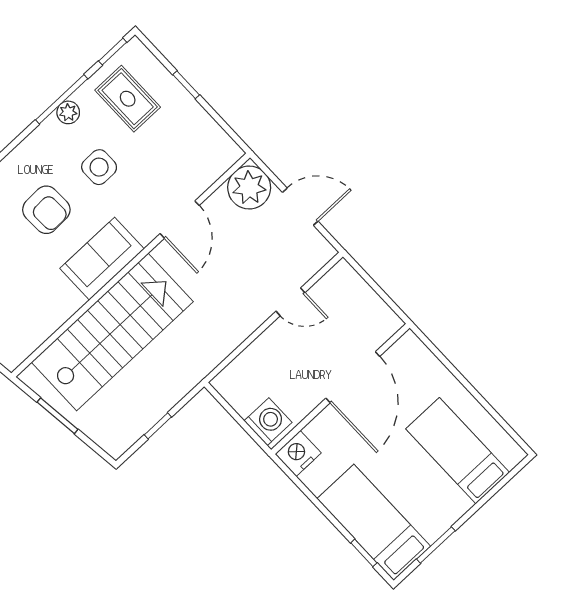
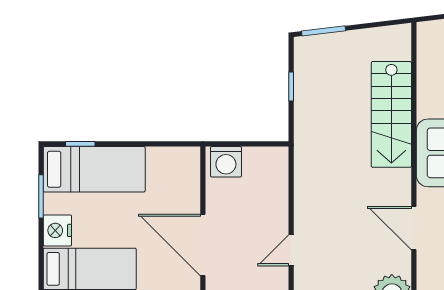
stairs: (112, 332) -> (391, 114), width x0.73, depth x0.66
window: (57, 416) -> (324, 31), moved
nightstand: (298, 453) -> (57, 230), moved, turned 180

